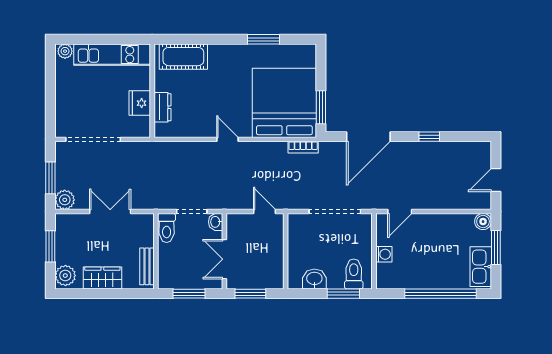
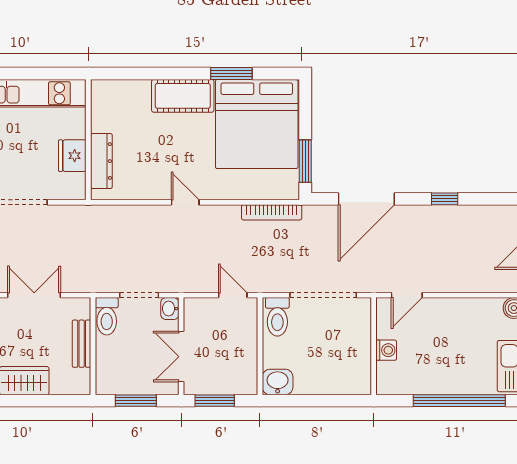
cot: (183, 57) -> (183, 96), moved
bed: (284, 103) -> (257, 124), moved, turned 180
dresser: (162, 107) -> (101, 161), width x1.44
bookcase: (303, 147) -> (272, 212), width x1.56
bench: (147, 266) -> (82, 344), moved
toilet: (354, 274) -> (277, 317), moved, turned 180
washbasin: (314, 279) -> (278, 382), moved
window: (343, 294) -> (334, 401), removed

